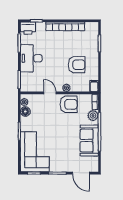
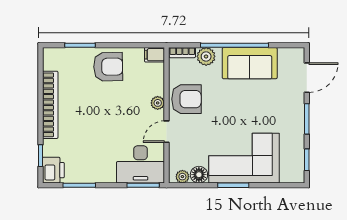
desk: (31, 58) -> (140, 164), moved
armchair: (77, 65) -> (108, 67), moved, turned 89
armchair: (69, 104) -> (186, 99), turned 90
corner sofa: (35, 152) -> (244, 158), moved

